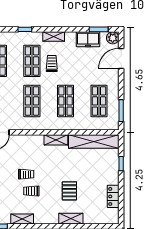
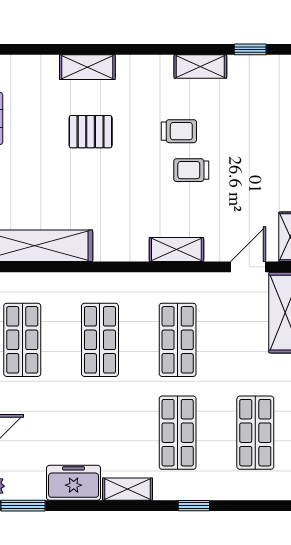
freezer: (88, 39) -> (74, 483), moved
trolley: (52, 64) -> (132, 427), removed
shelving: (56, 140) -> (176, 250), moved
pallet: (69, 191) -> (91, 132), turned 90

